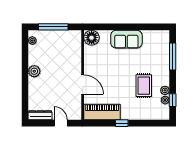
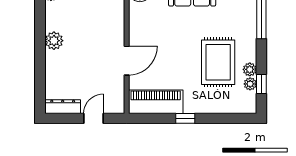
door: (83, 85) -> (127, 61), hinge flipped
rug: (144, 86) -> (218, 62), width x1.36, depth x1.43
door: (61, 123) -> (94, 118), hinge flipped

